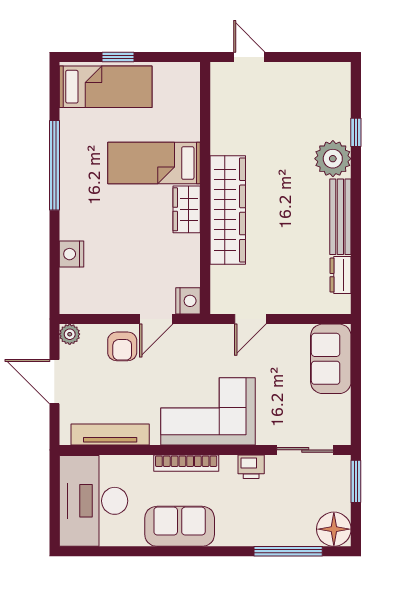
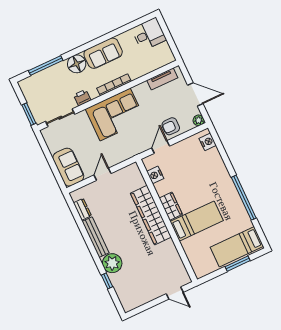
window: (118, 57) -> (238, 264), width x1.50
nightstand: (72, 254) -> (208, 142), moved
nightstand: (188, 301) -> (155, 175), moved
door: (250, 319) -> (102, 174), moved
armchair: (122, 346) -> (171, 126), turned -90
tv unit: (110, 434) -> (162, 79), width x0.71
desk: (93, 501) -> (149, 34), width x0.53, depth x0.77
floor lamp: (334, 529) -> (77, 64), moved

